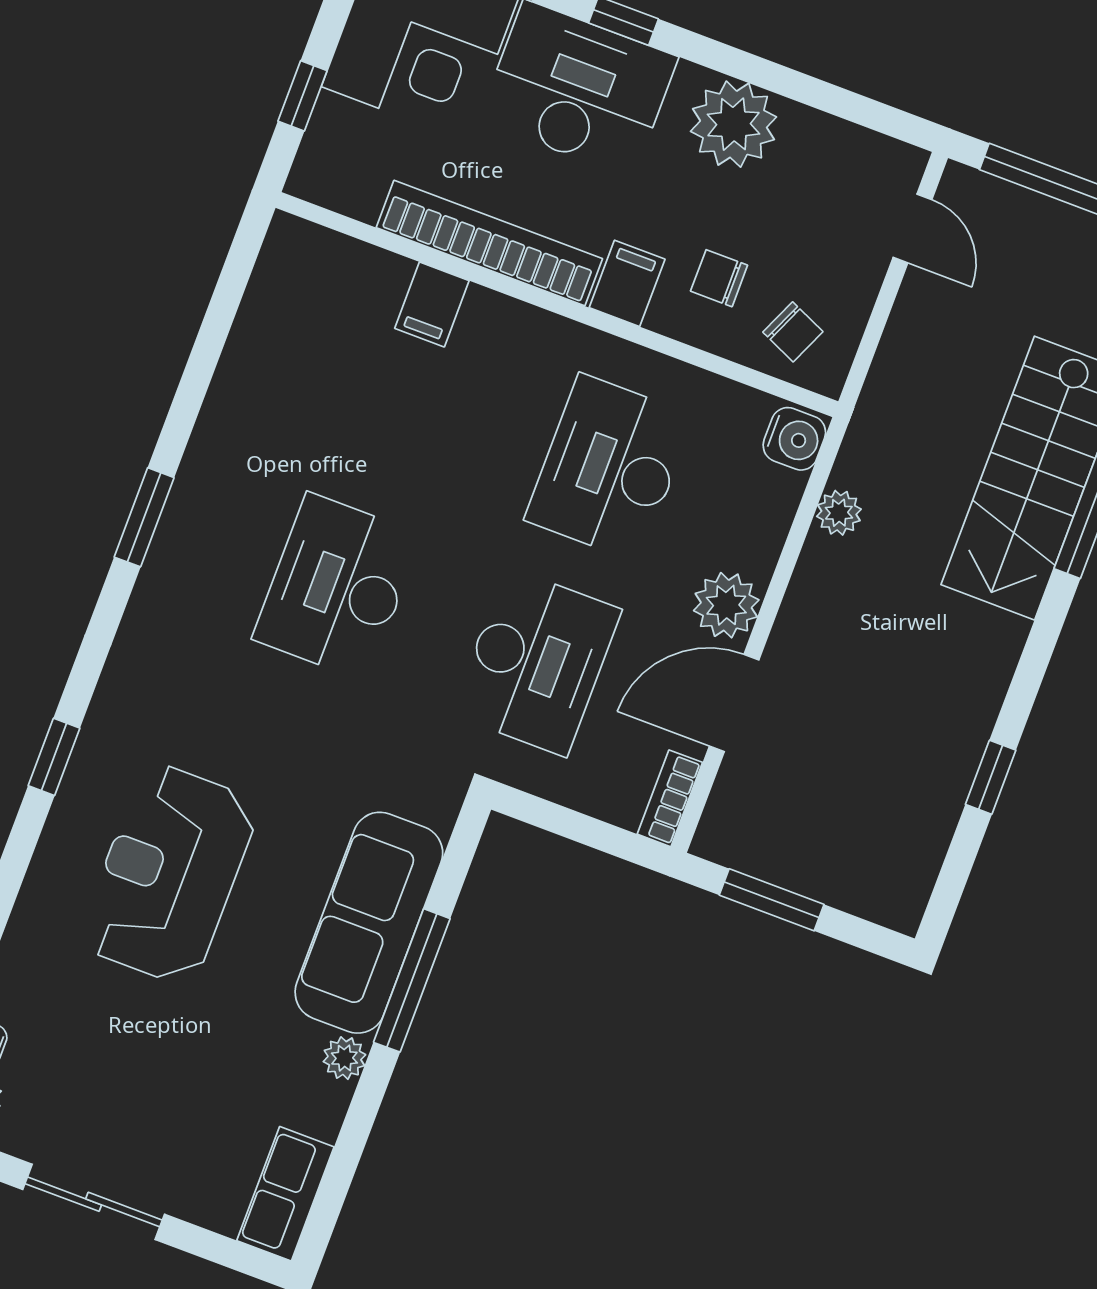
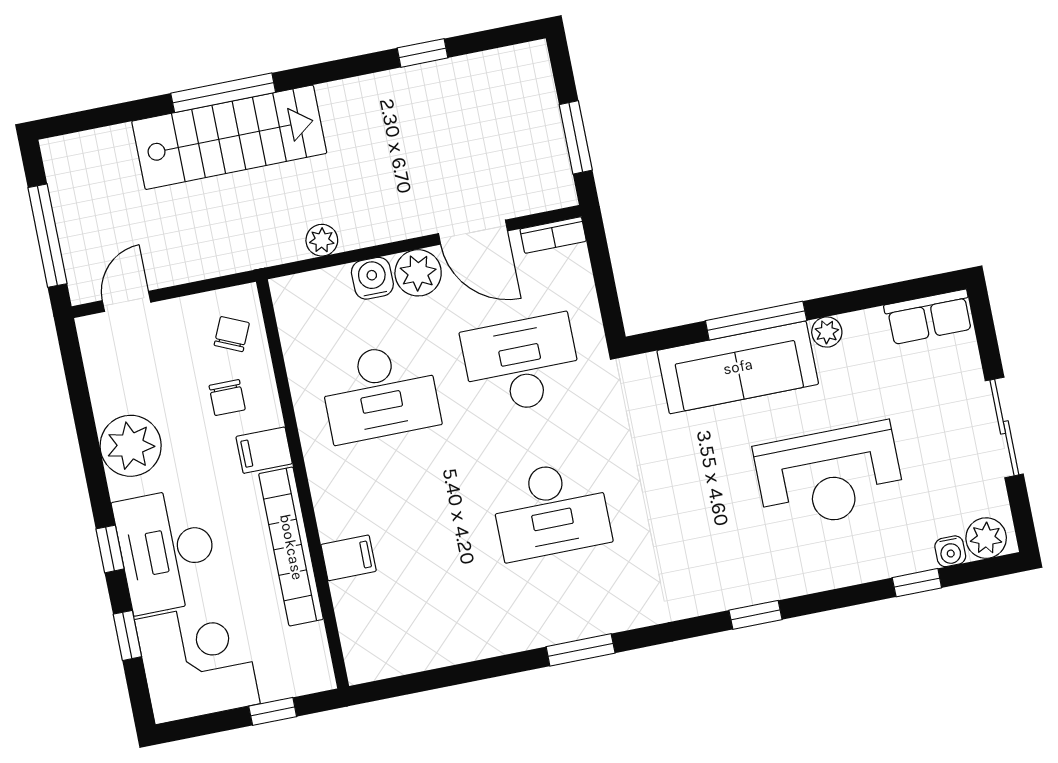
water cooler: (794, 439) -> (372, 278), moved
reception desk: (169, 874) -> (829, 476), moved

